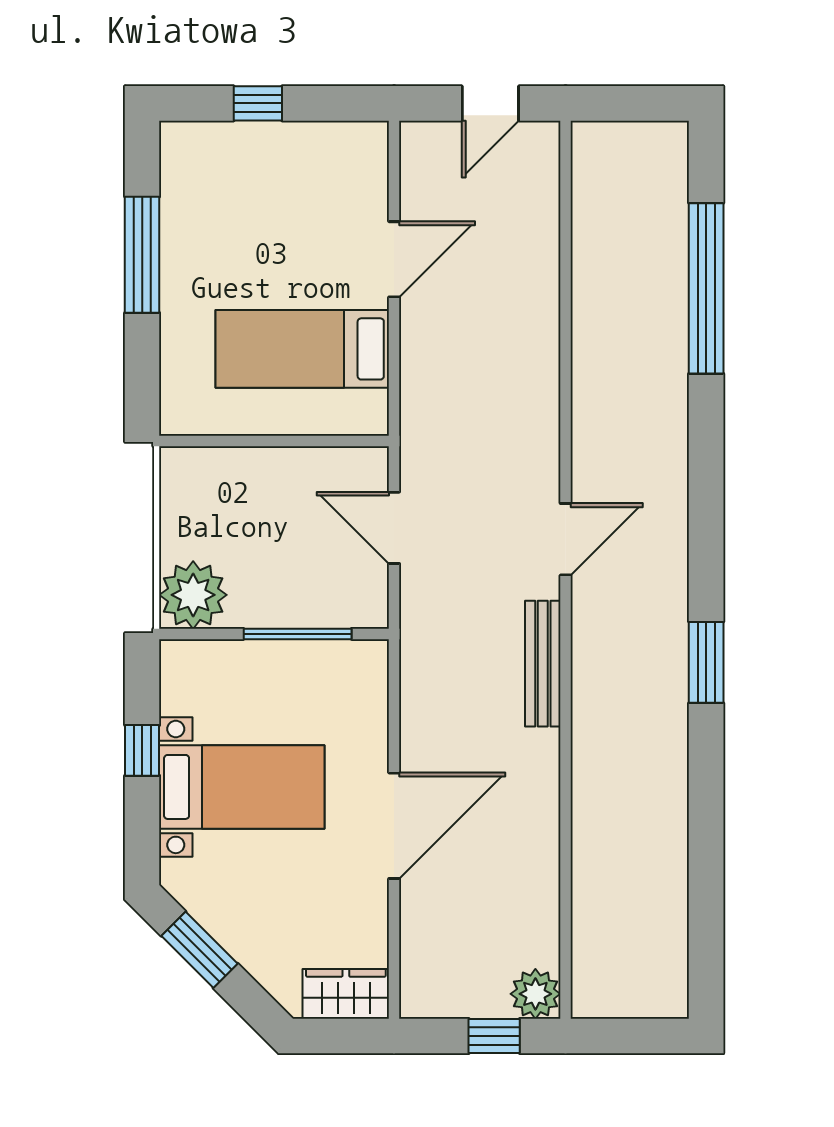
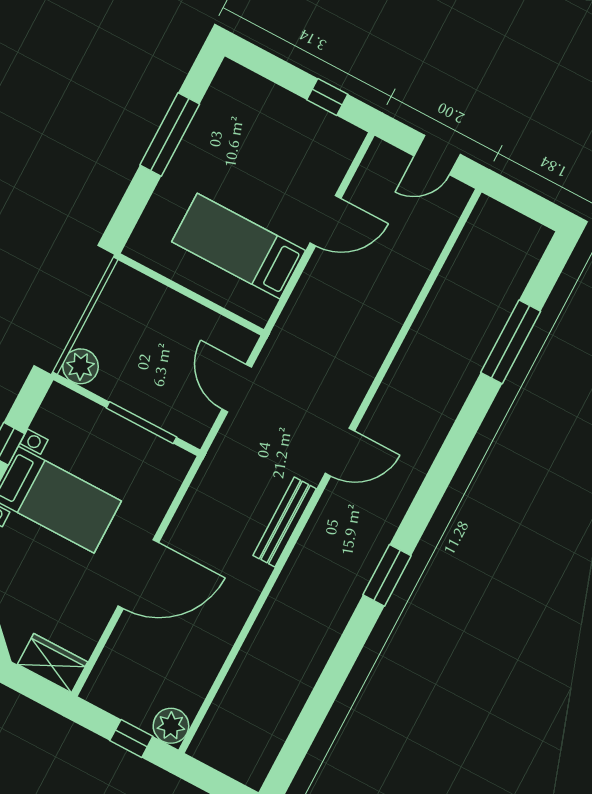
window: (258, 103) -> (327, 97), moved
window: (706, 288) -> (511, 342), width x0.68
plant: (193, 595) -> (80, 366), width x0.73, depth x0.73

